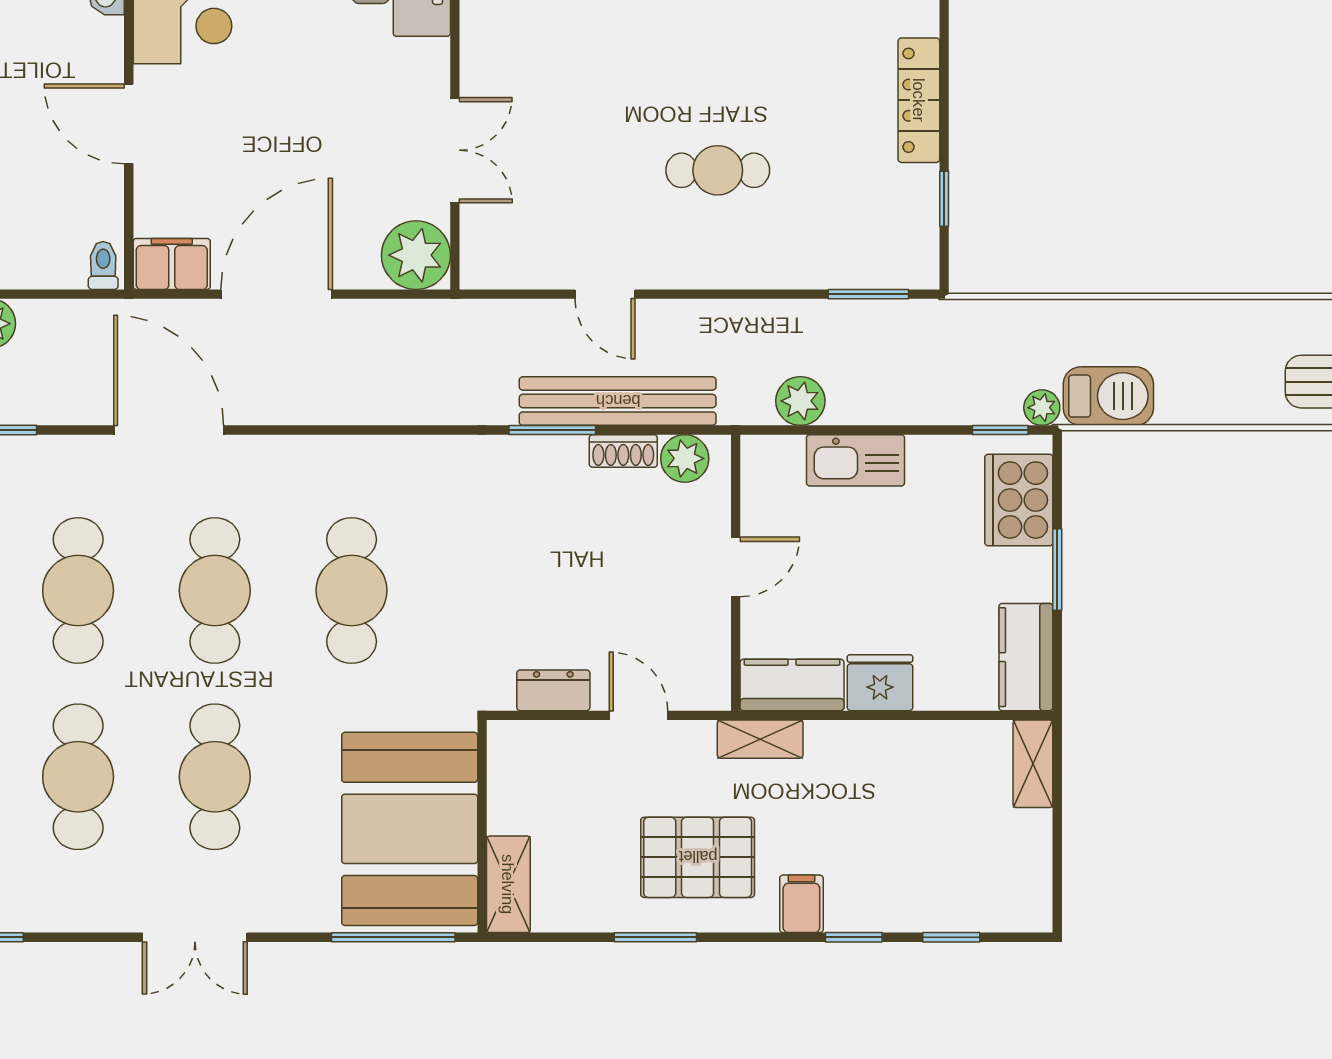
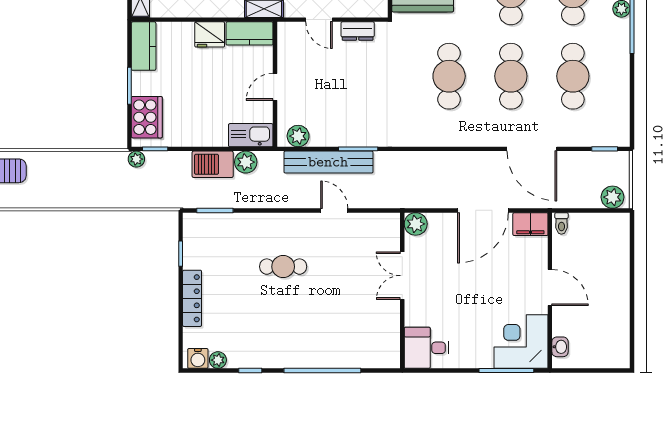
plant: (416, 255) -> (416, 224), width x0.73, depth x0.73
barbecue: (1108, 396) -> (213, 164), moved
shoe rack: (623, 451) -> (326, 139), removed
kitchen sink: (855, 460) -> (251, 135), moved

